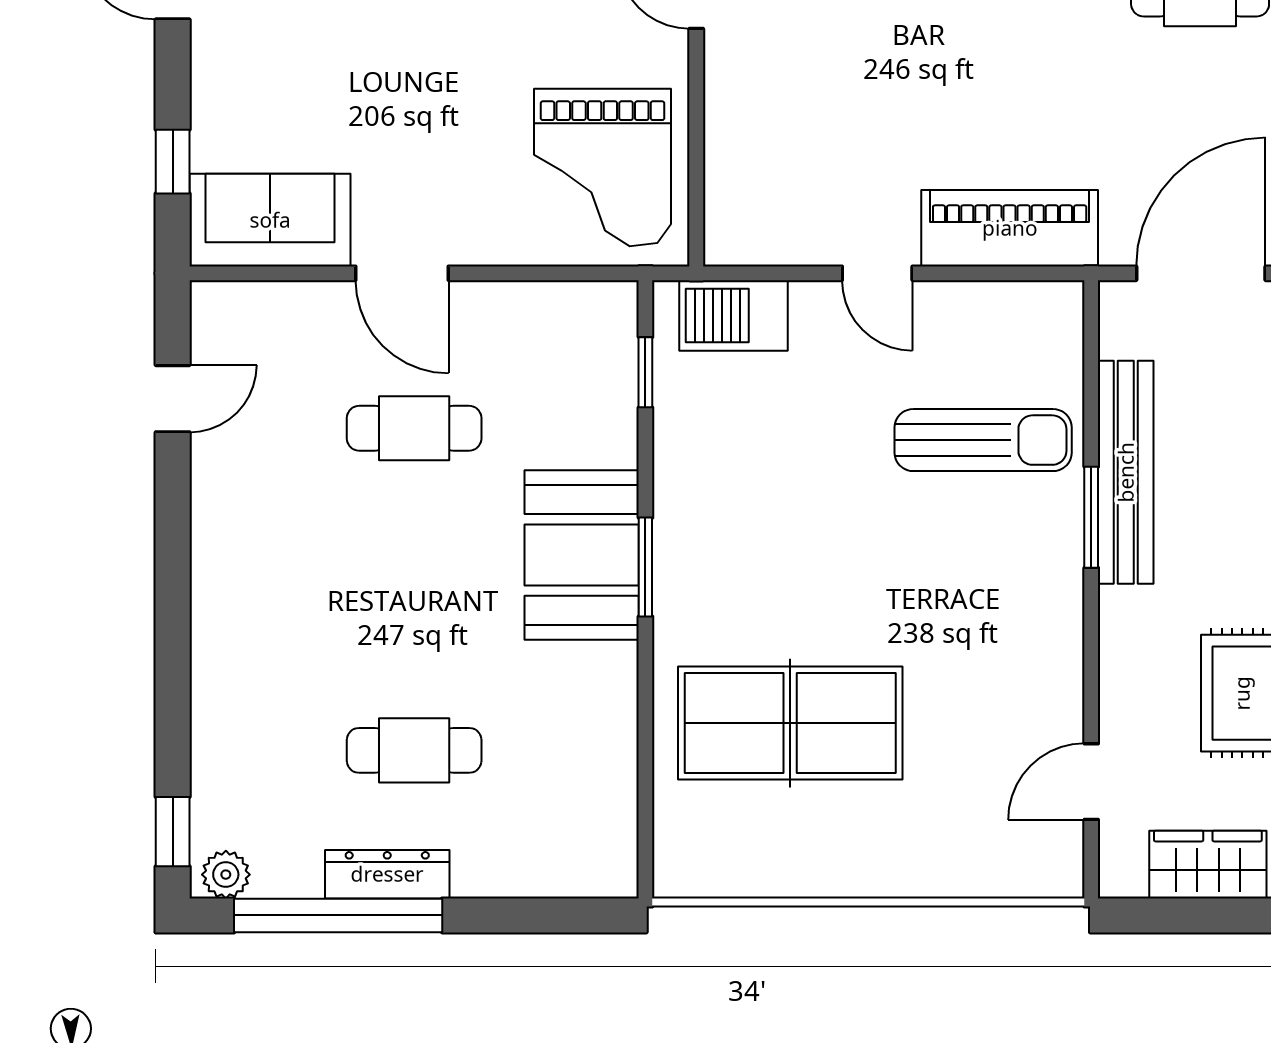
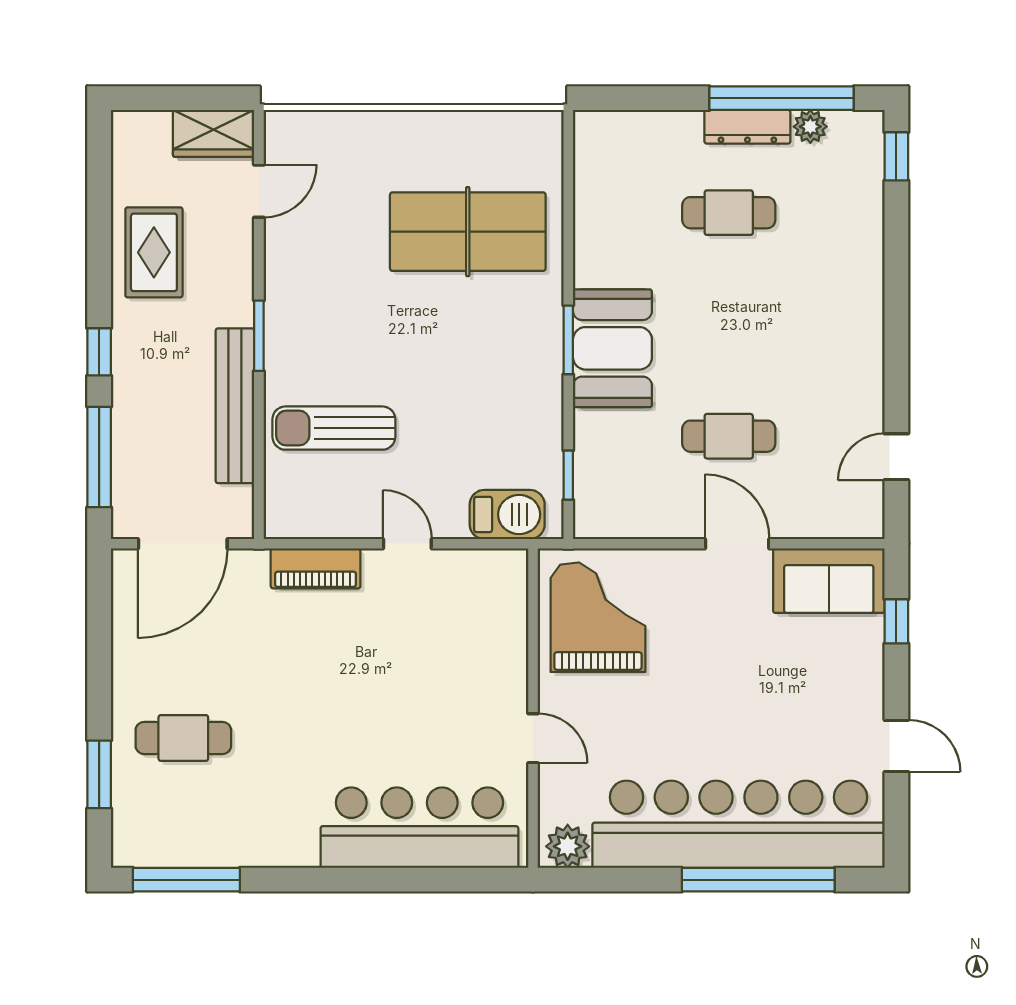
piano: (1010, 228) -> (316, 568), width x0.73, depth x0.75
window: (1091, 517) -> (259, 336), moved
wardrobe: (1208, 865) -> (214, 133), moved
plant: (226, 875) -> (810, 127), moved

